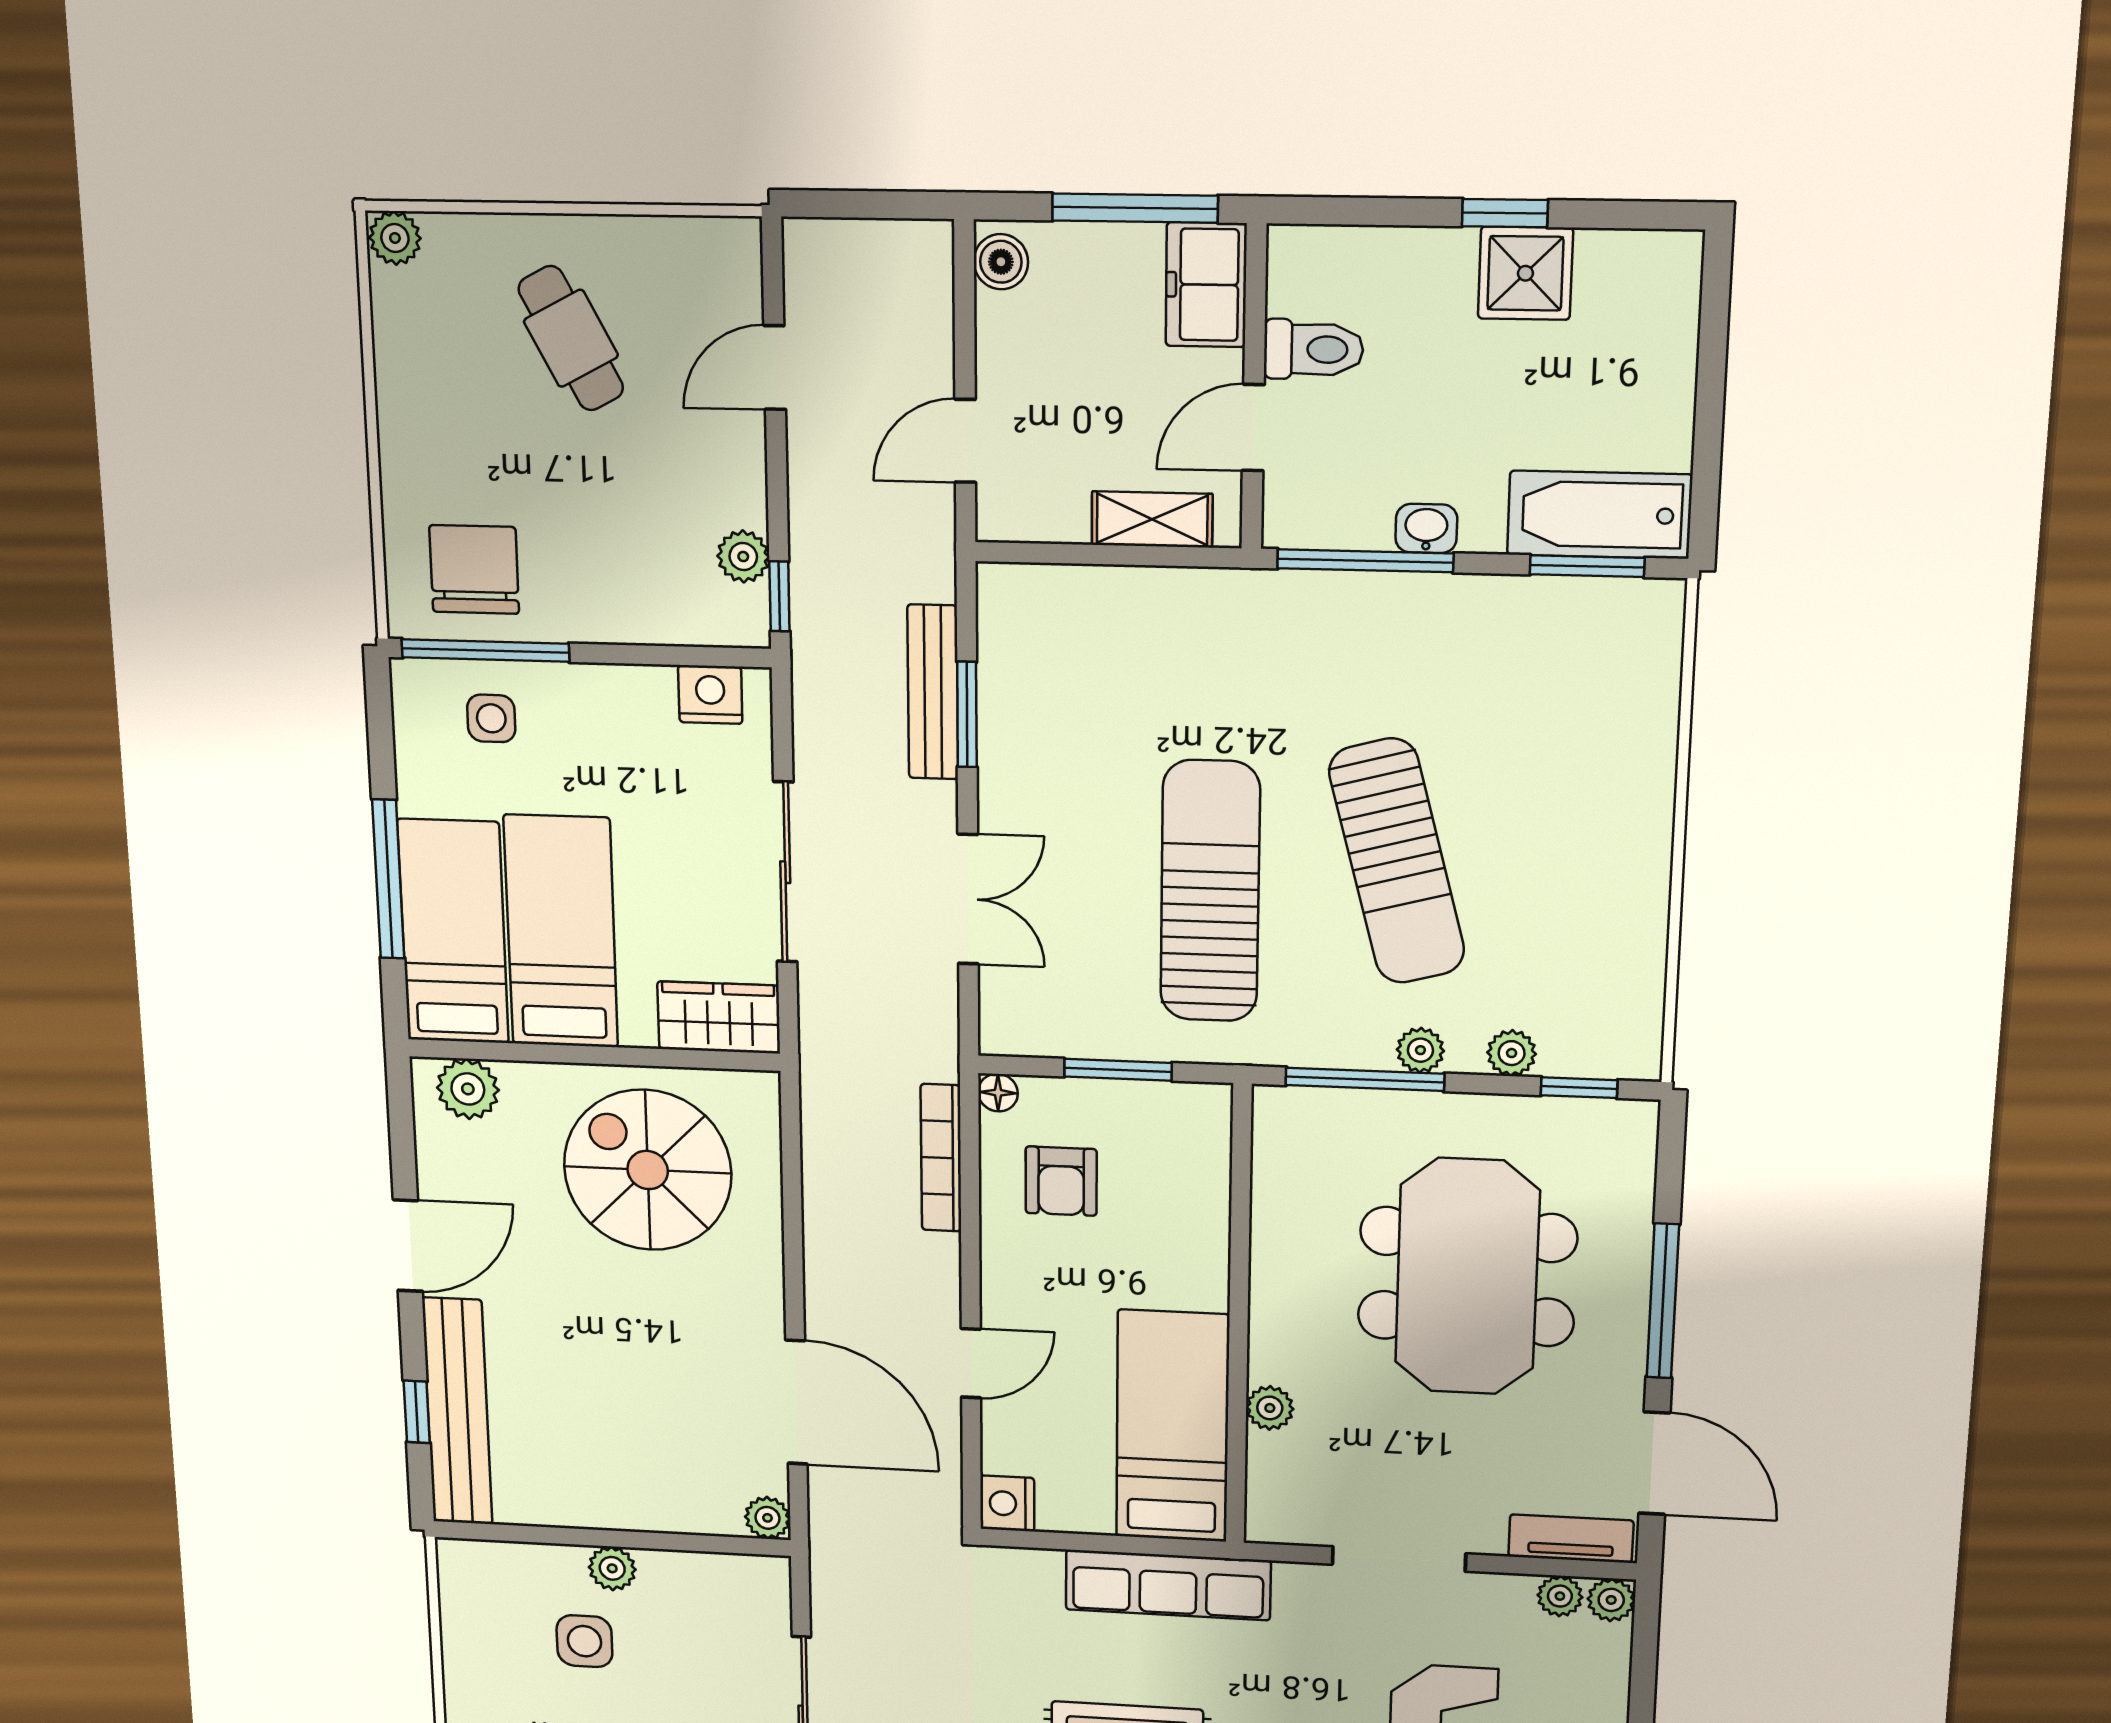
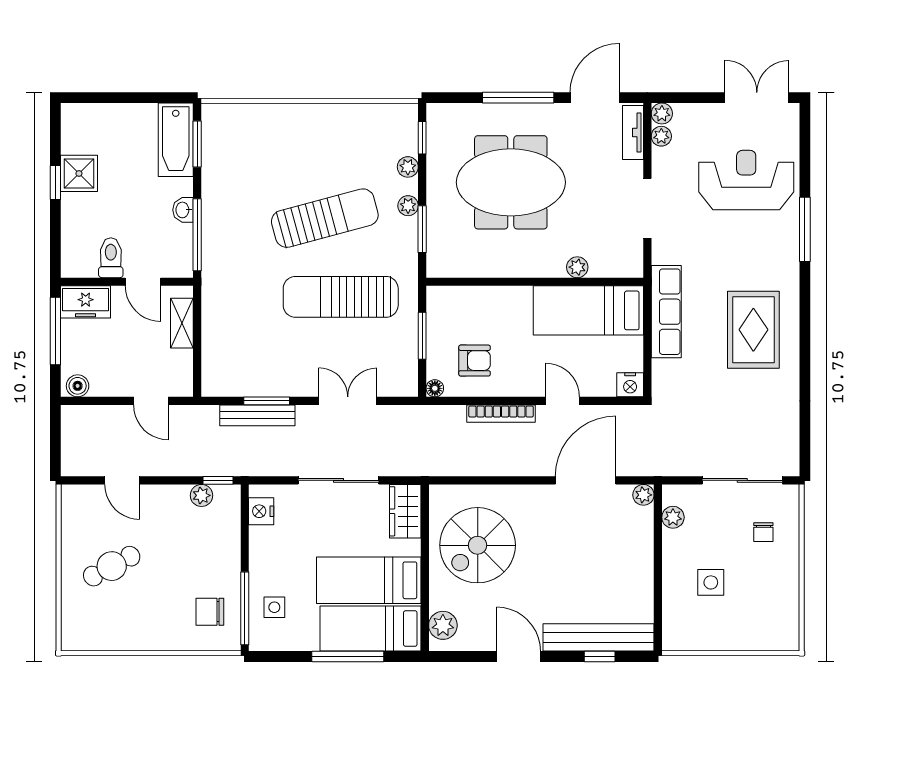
plant: (395, 238) -> (72, 639), removed
chair: (474, 570) -> (210, 612), width x0.73, depth x0.73
window: (1365, 1079) -> (422, 229), width x0.69
bookcase: (941, 1158) -> (501, 414), moved
plant: (612, 1568) -> (673, 517), moved

